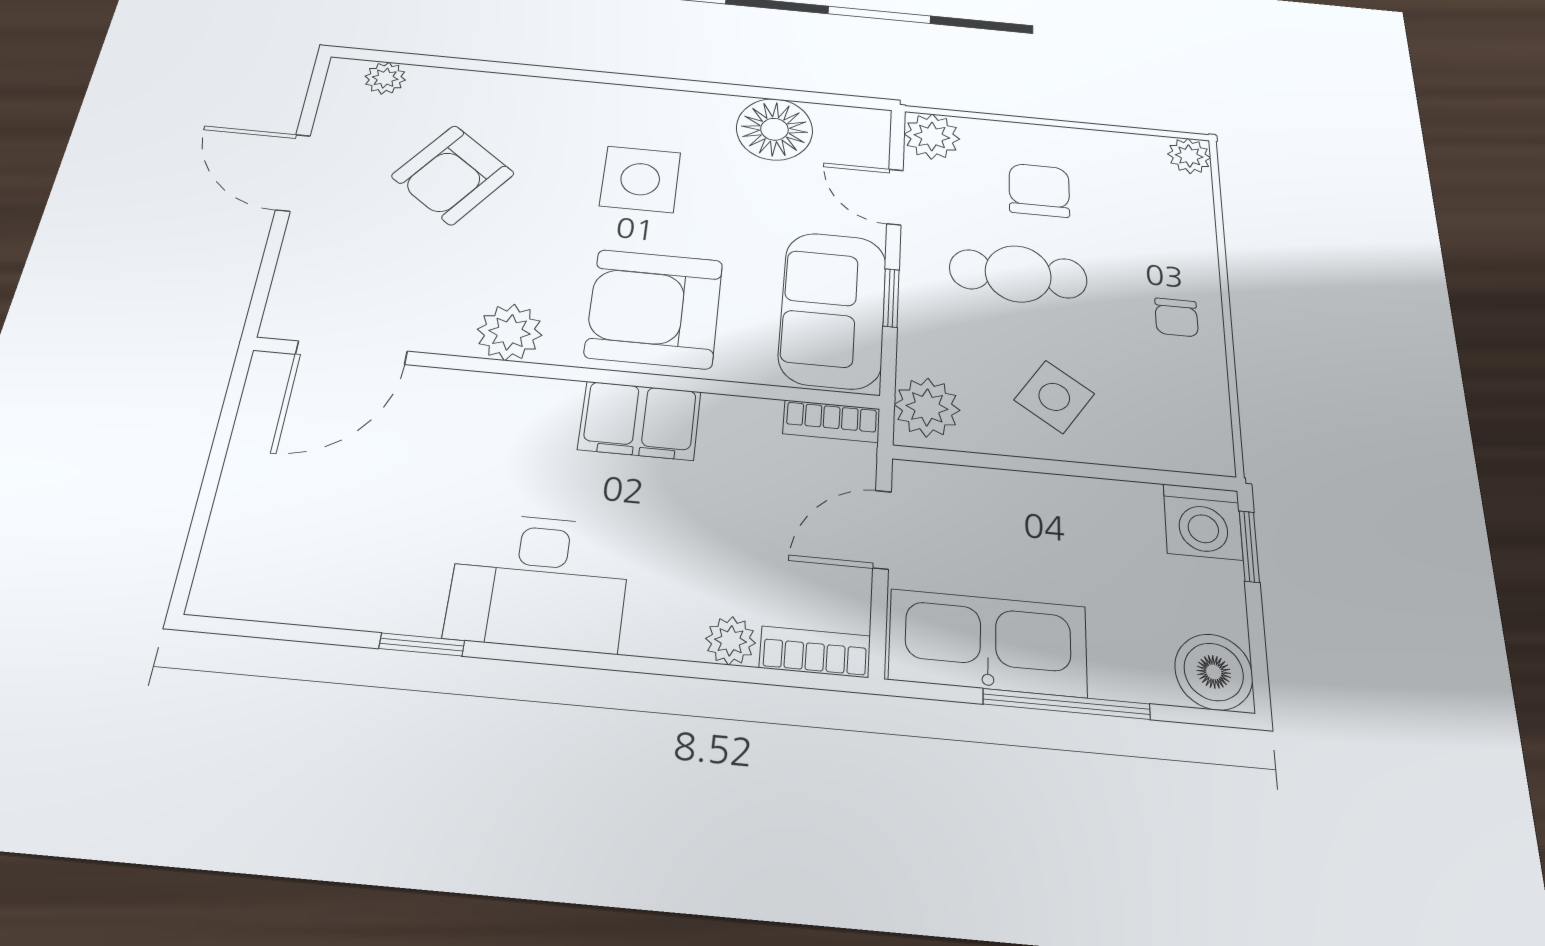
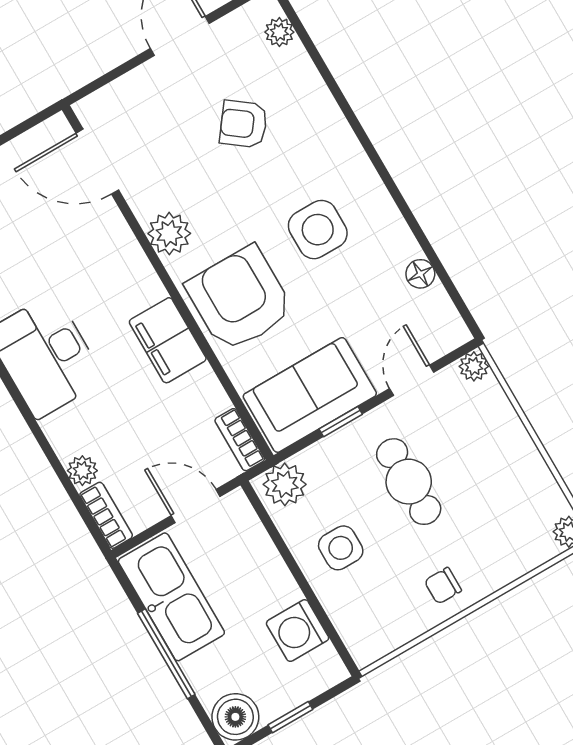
floor lamp: (774, 129) -> (420, 274), width x0.53, depth x0.53
plant: (932, 136) -> (474, 366), width x0.73, depth x0.73
armchair: (453, 175) -> (243, 124), width x0.72, depth x0.72
chair: (1039, 190) -> (478, 459), removed
side table: (1054, 397) -> (341, 548), turned -34
washing machine: (1203, 522) -> (298, 631), moved
window: (1249, 546) -> (290, 717), moved

